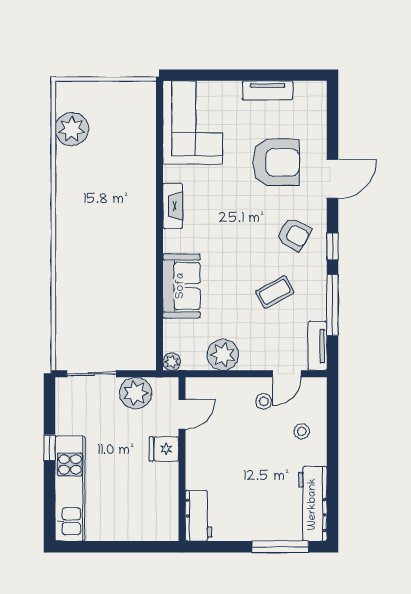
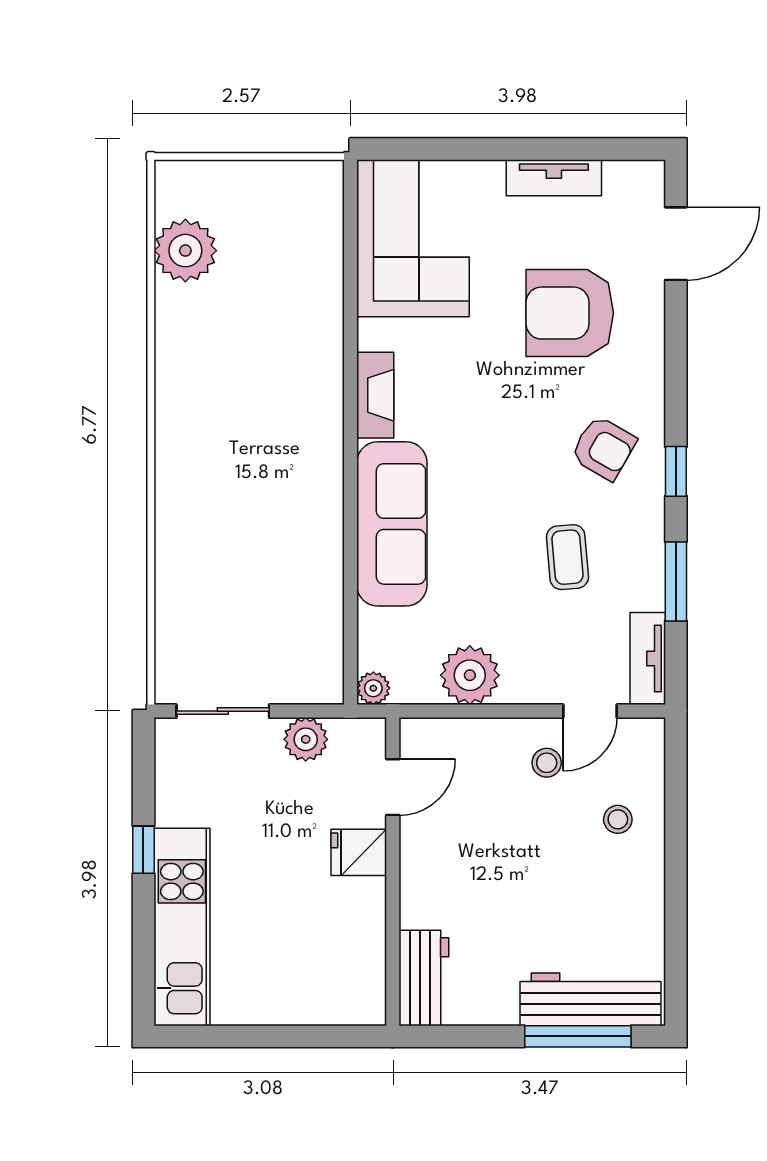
armchair: (276, 162) -> (570, 313), turned 180
door: (332, 179) -> (676, 244), moved
sofa: (181, 286) -> (392, 524), width x1.36
coffee table: (275, 292) -> (567, 557), turned -66
window: (332, 305) -> (676, 581), width x0.69
plant: (136, 393) -> (306, 739), width x0.73, depth x0.73
workbench: (313, 504) -> (590, 999), moved, turned 90

